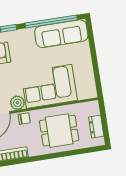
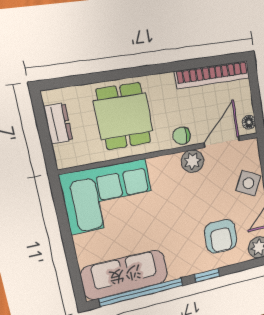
corner sofa: (49, 86) -> (109, 196), moved
dining table: (59, 131) -> (124, 116), turned 90

